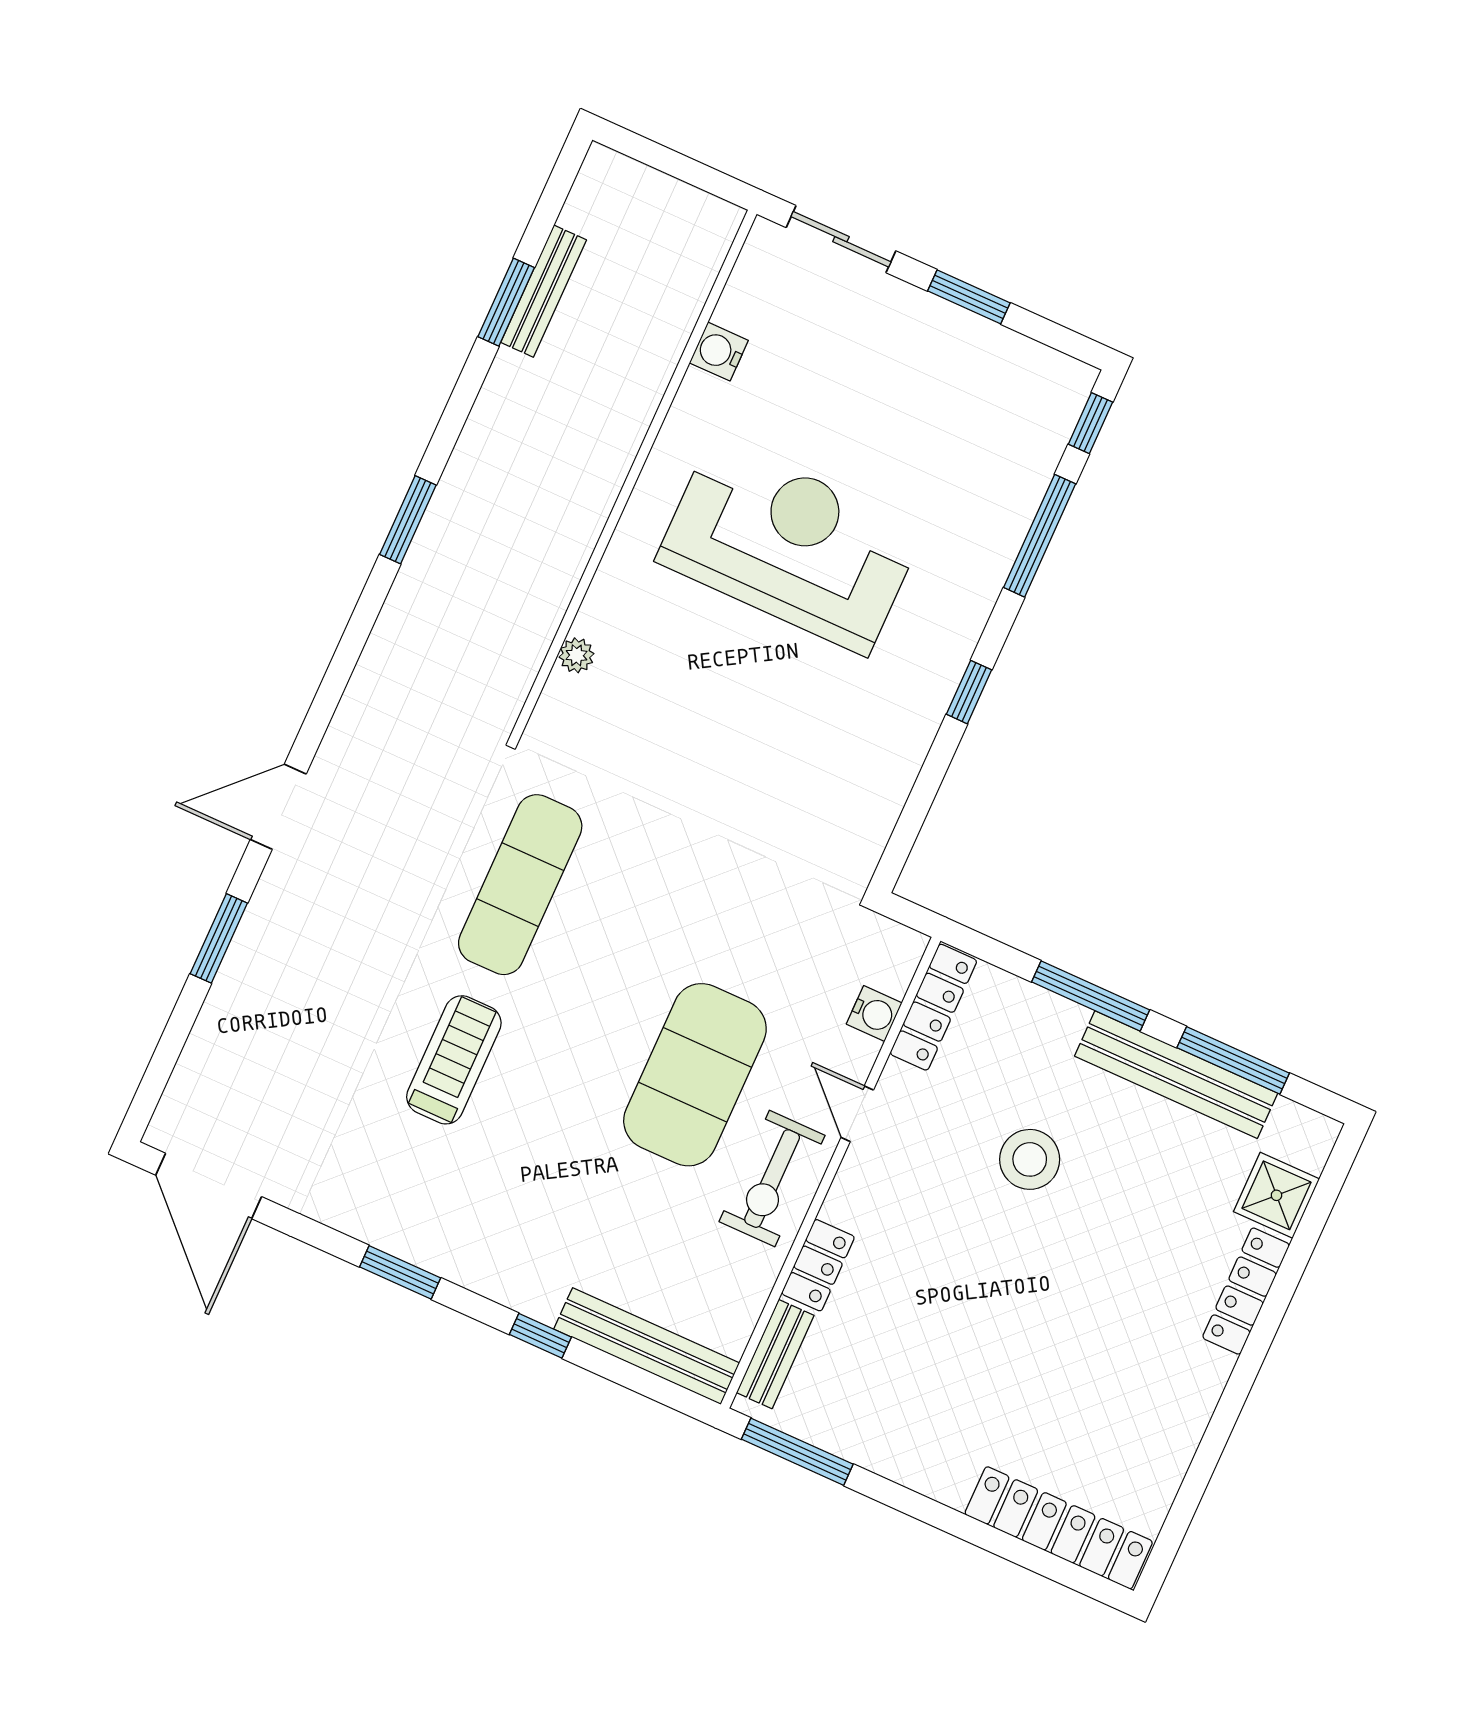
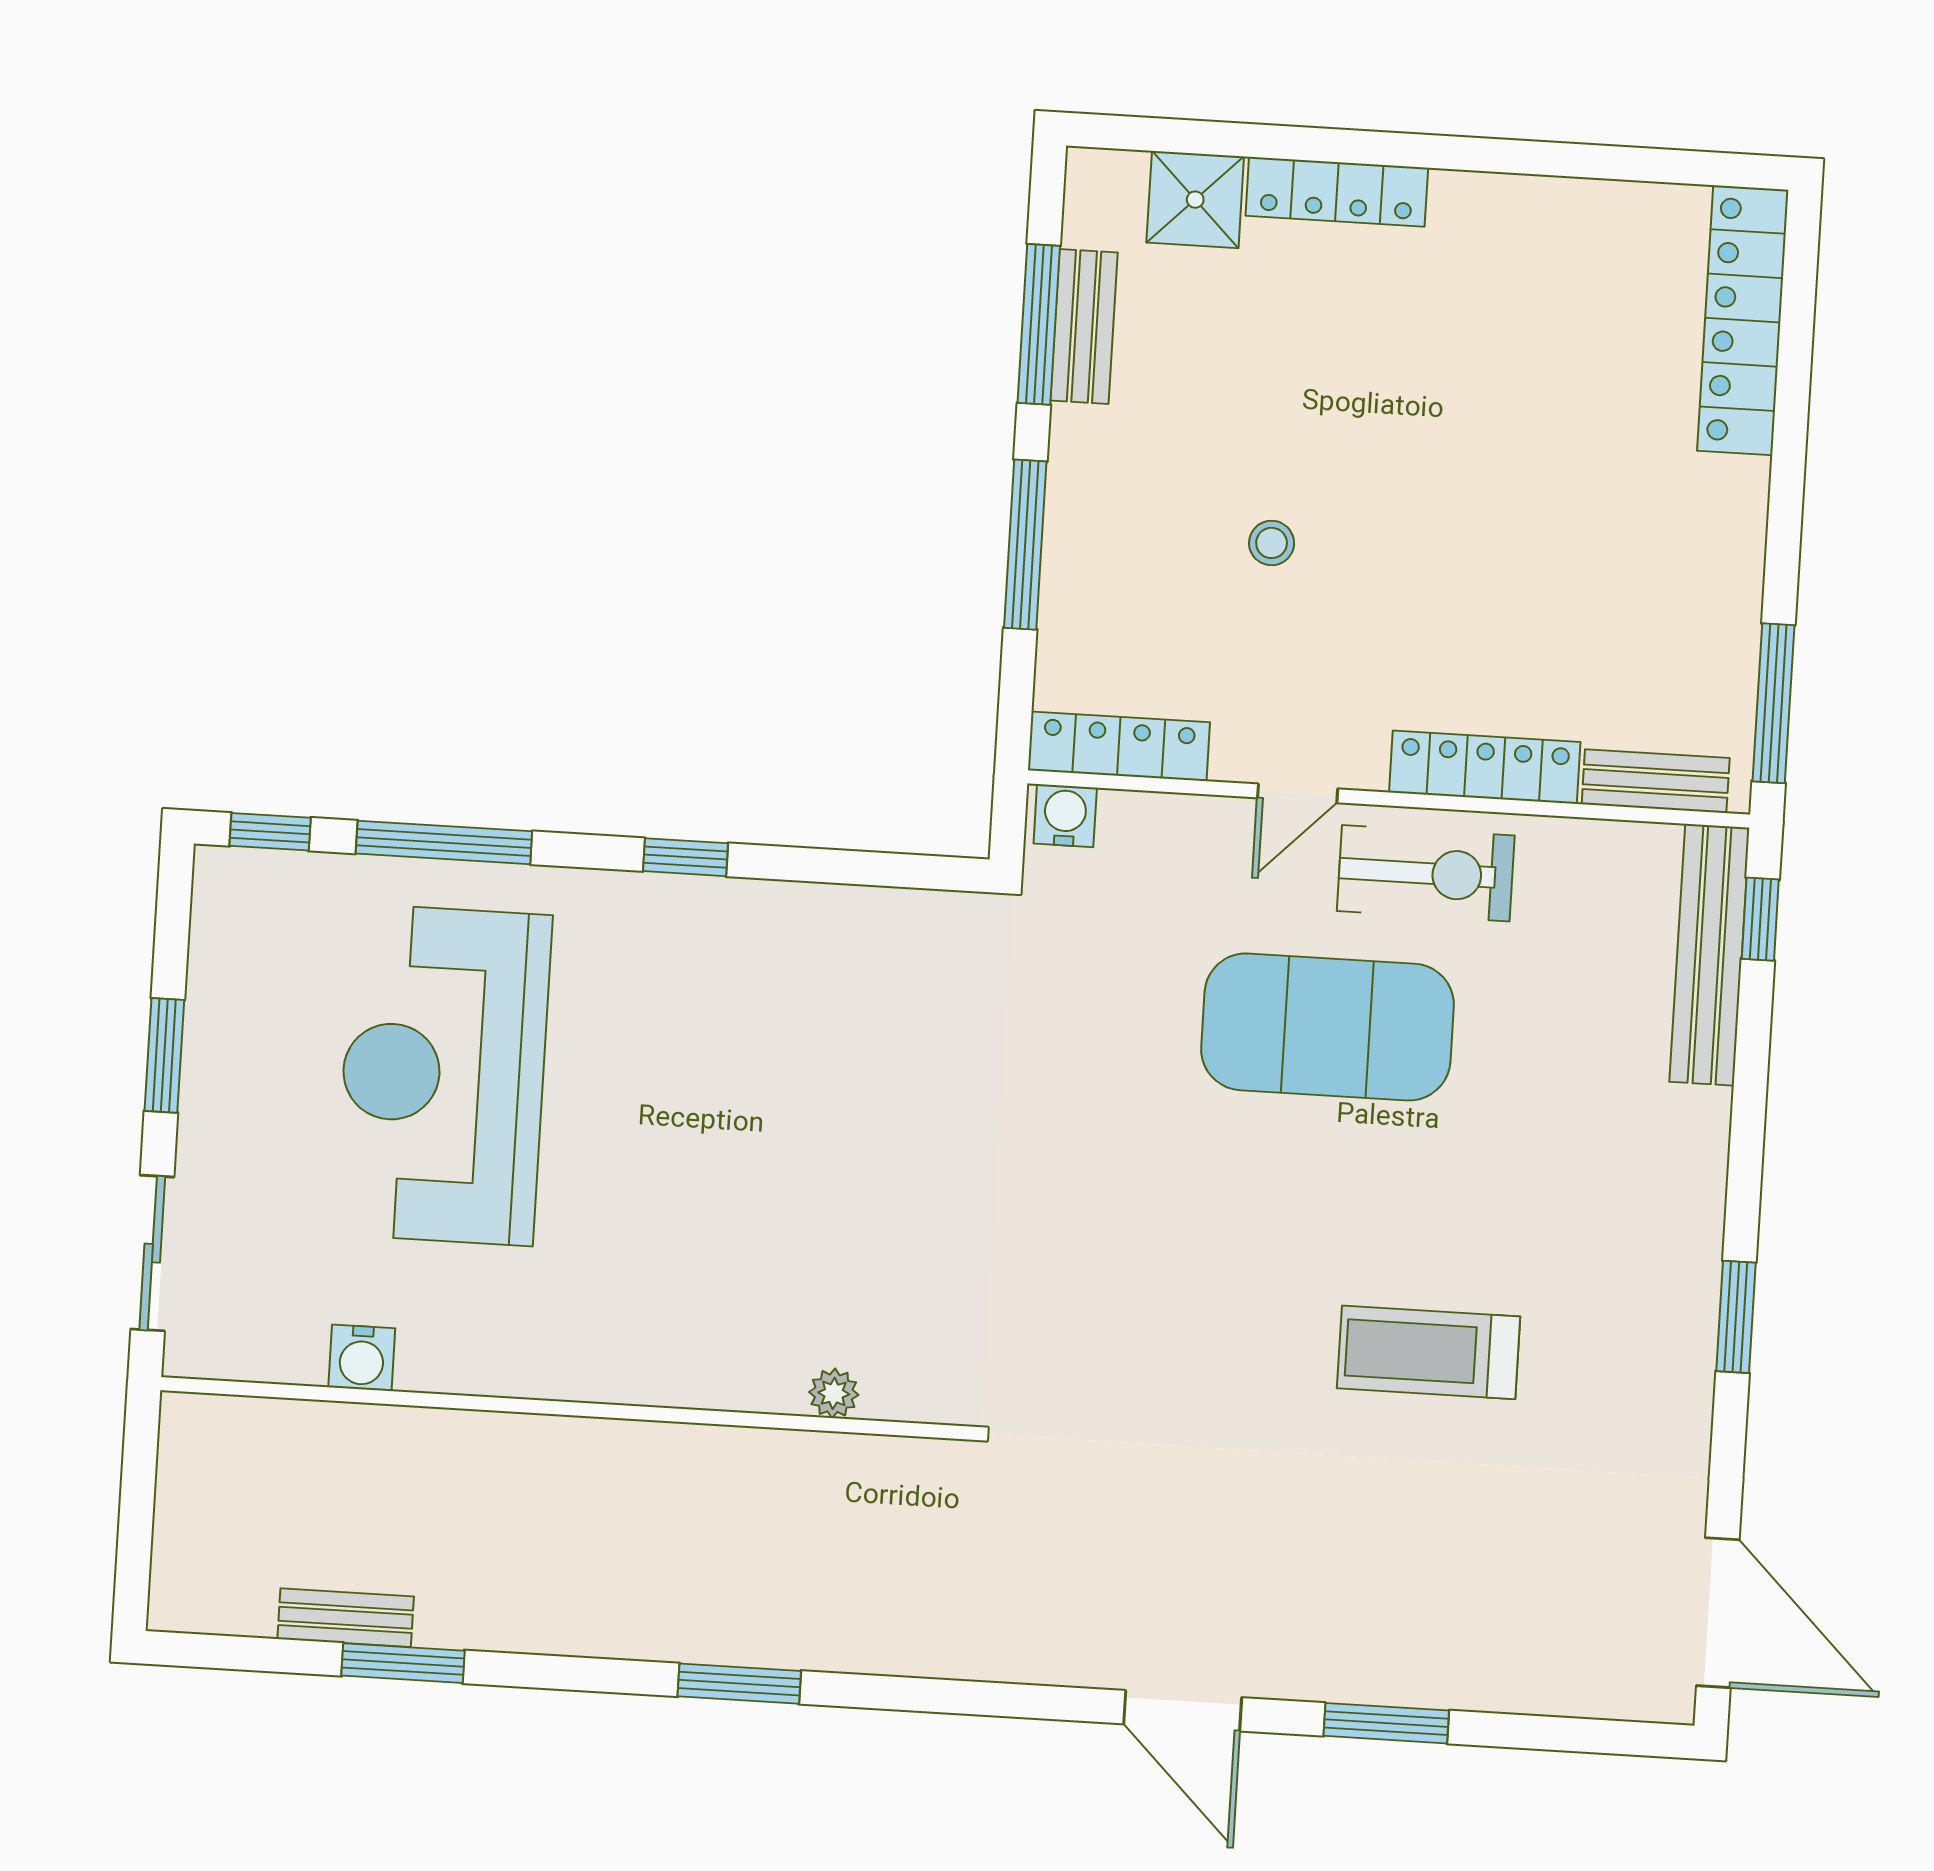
bench: (544, 291) -> (346, 1618), width x0.73
reception desk: (790, 545) -> (443, 1075), moved
exercise mat: (520, 885) -> (1164, 1353), removed
water cooler: (874, 1013) -> (1065, 816), moved
bench: (1176, 1075) -> (1084, 326), width x0.54, depth x0.82
stool: (1030, 1159) -> (1272, 543), width x0.53, depth x0.53
door: (209, 1186) -> (1718, 1613), hinge flipped
locker: (818, 1265) -> (1485, 767), width x1.53
window: (540, 1336) -> (1760, 919), moved

